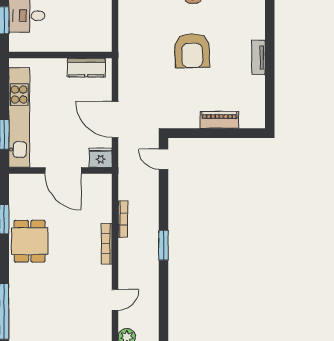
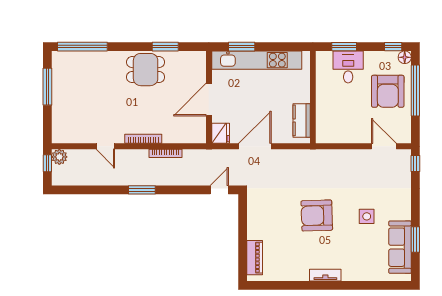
tv unit: (258, 58) -> (325, 275), moved
piano: (219, 120) -> (255, 258), moved
door: (115, 300) -> (105, 146), moved

